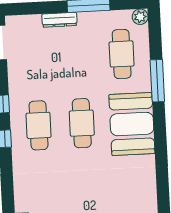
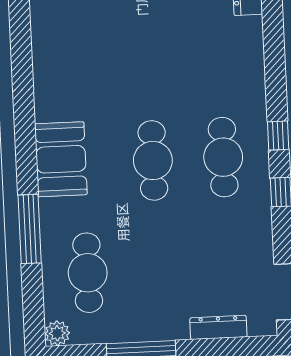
dresser: (60, 20) -> (218, 327), moved
booth: (132, 124) -> (61, 159), width x0.73, depth x0.70

